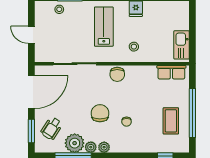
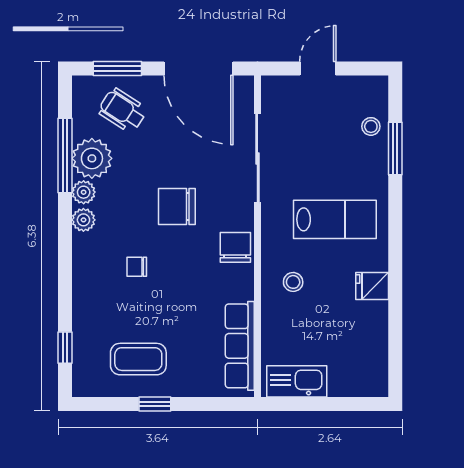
row of seats: (171, 72) -> (240, 346), width x1.48
chair: (117, 74) -> (235, 247), turned 90
chair: (100, 113) -> (177, 207), moved, turned 180
window: (192, 113) -> (155, 404), width x0.32

